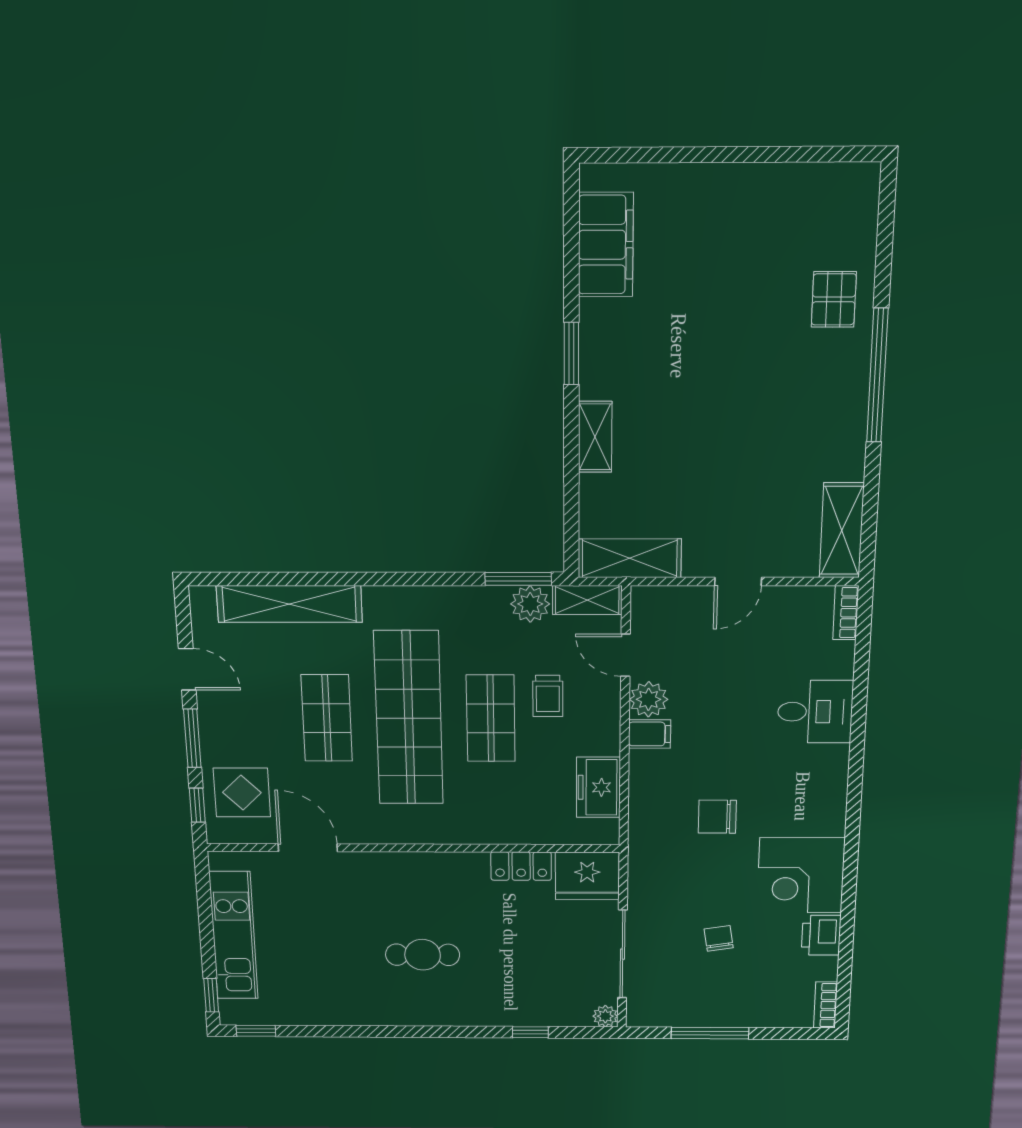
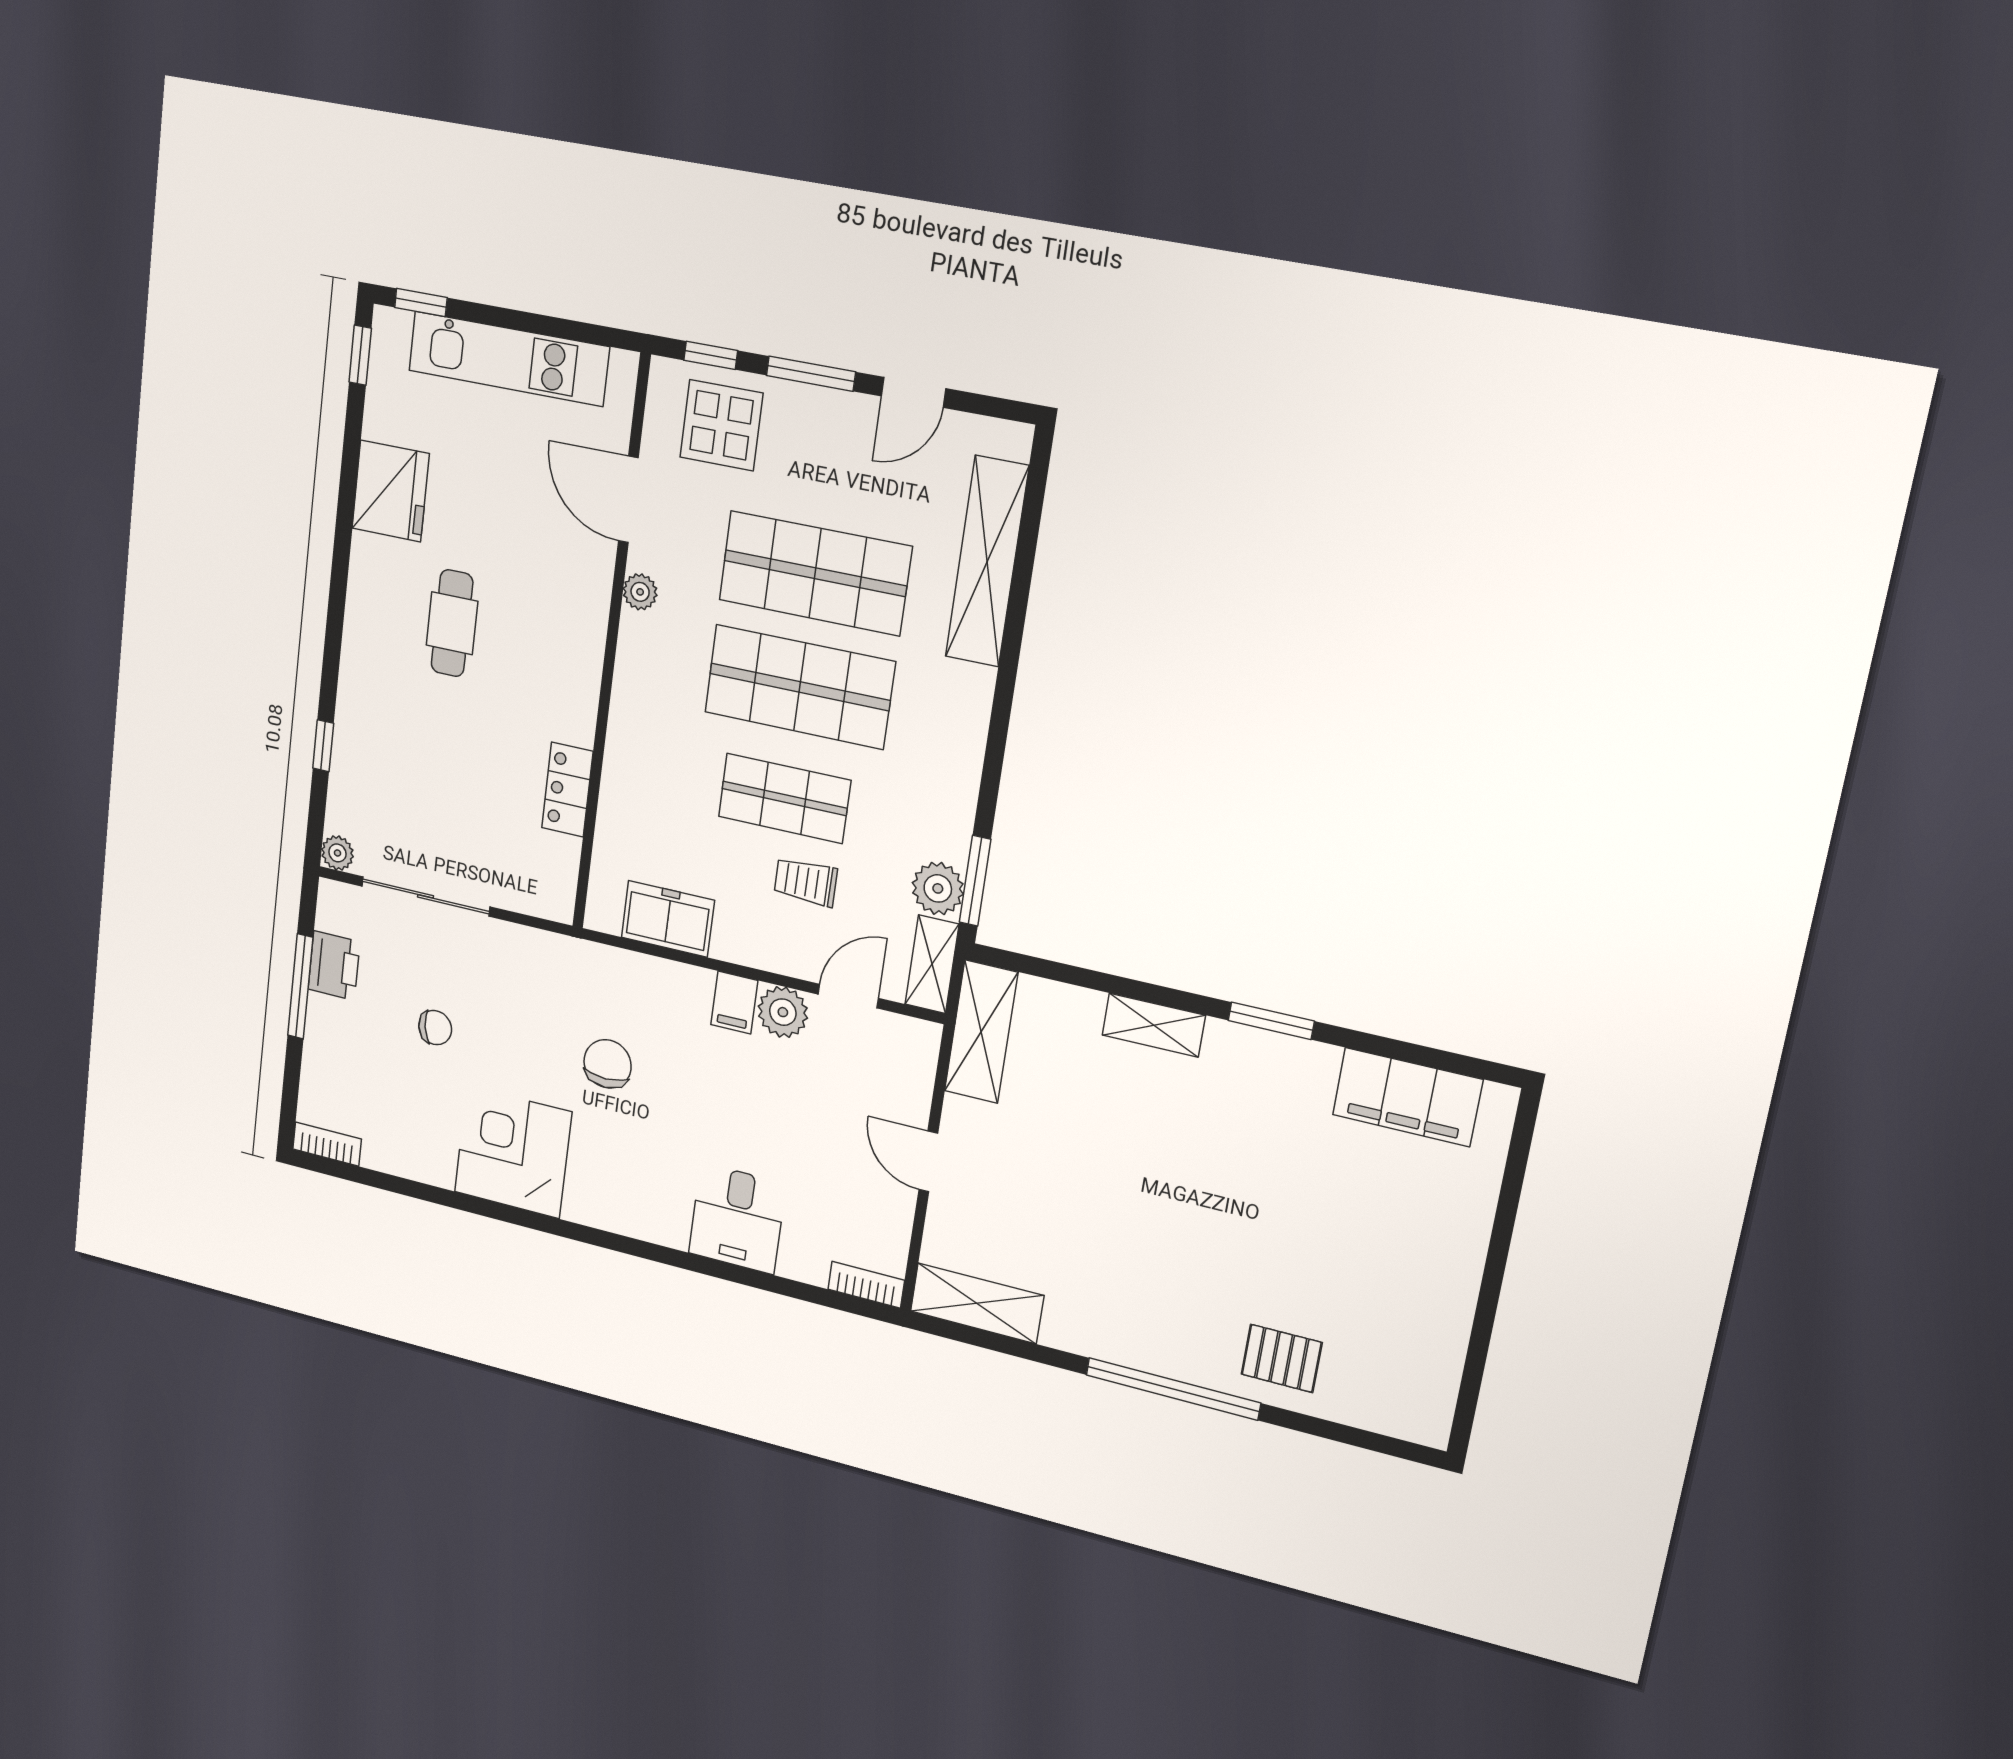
shop shelf: (327, 718) -> (815, 573), width x1.43, depth x1.36
shop shelf: (409, 718) -> (800, 687), width x0.71
plant: (369, 833) -> (640, 592), added
door: (308, 848) -> (628, 499), swing flipped
fridge: (587, 876) -> (391, 491), moved, turned 180
printer: (821, 935) -> (334, 966), moved, turned 90

